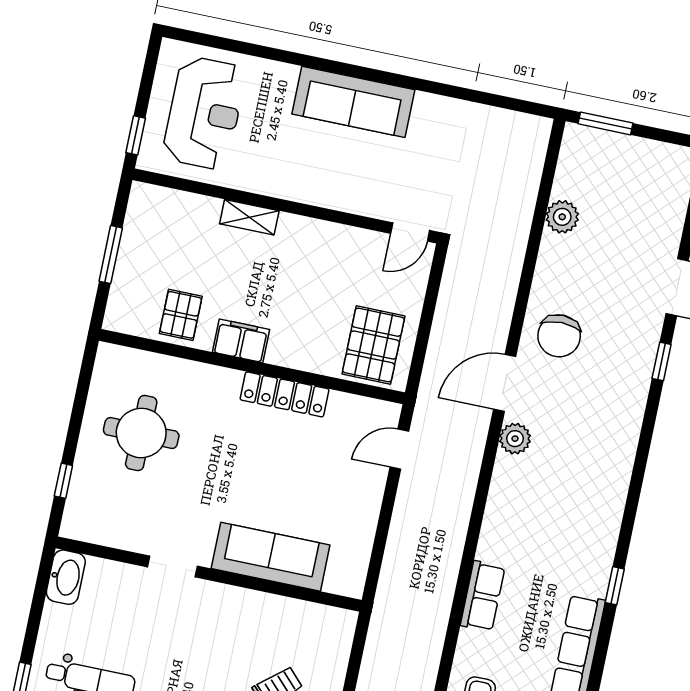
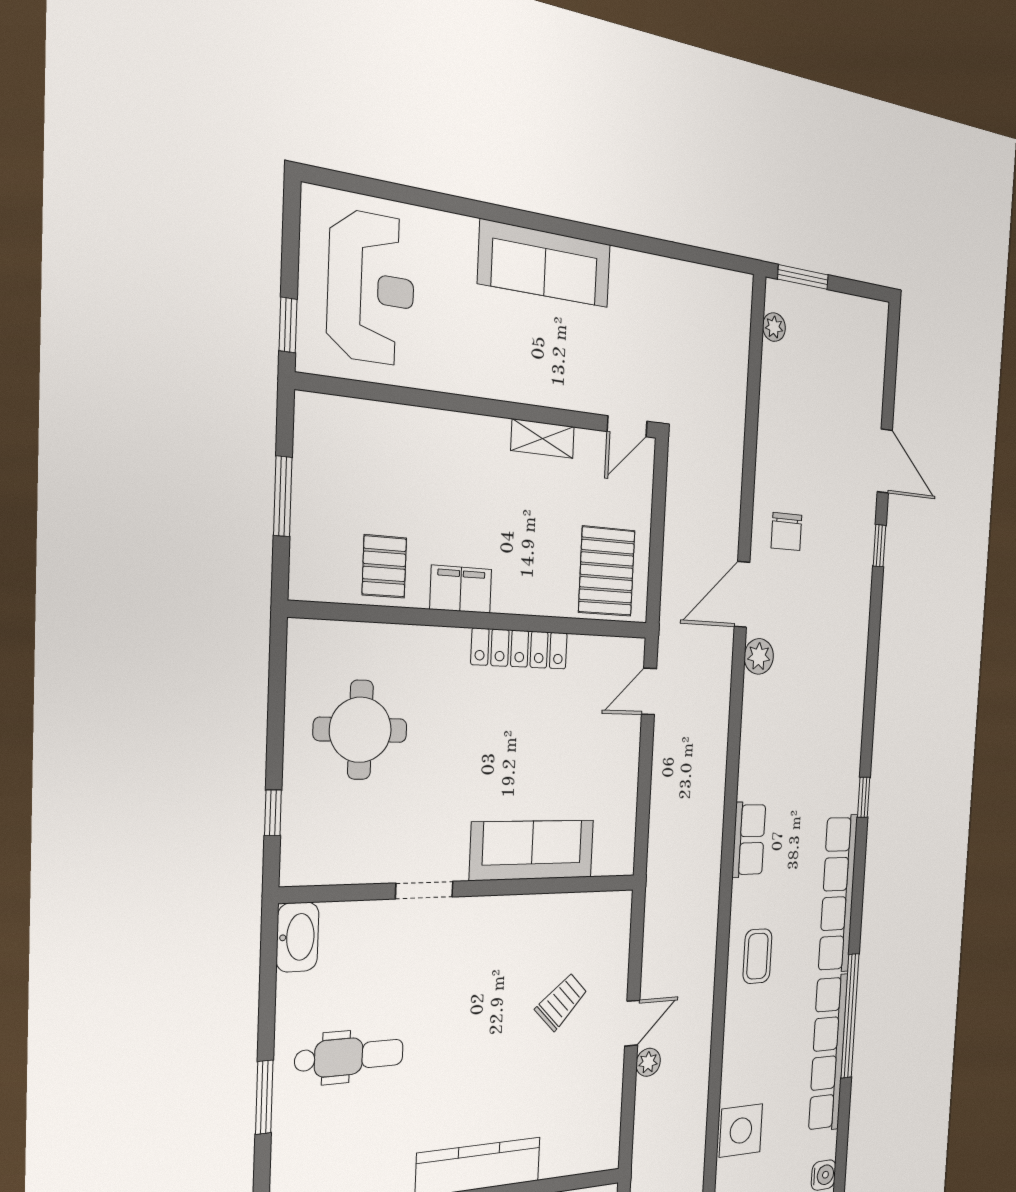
shelving: (249, 217) -> (543, 439), moved
plant: (562, 217) -> (774, 327), moved, width x0.73, depth x0.73
chair: (559, 336) -> (786, 532), width x0.73, depth x0.73

